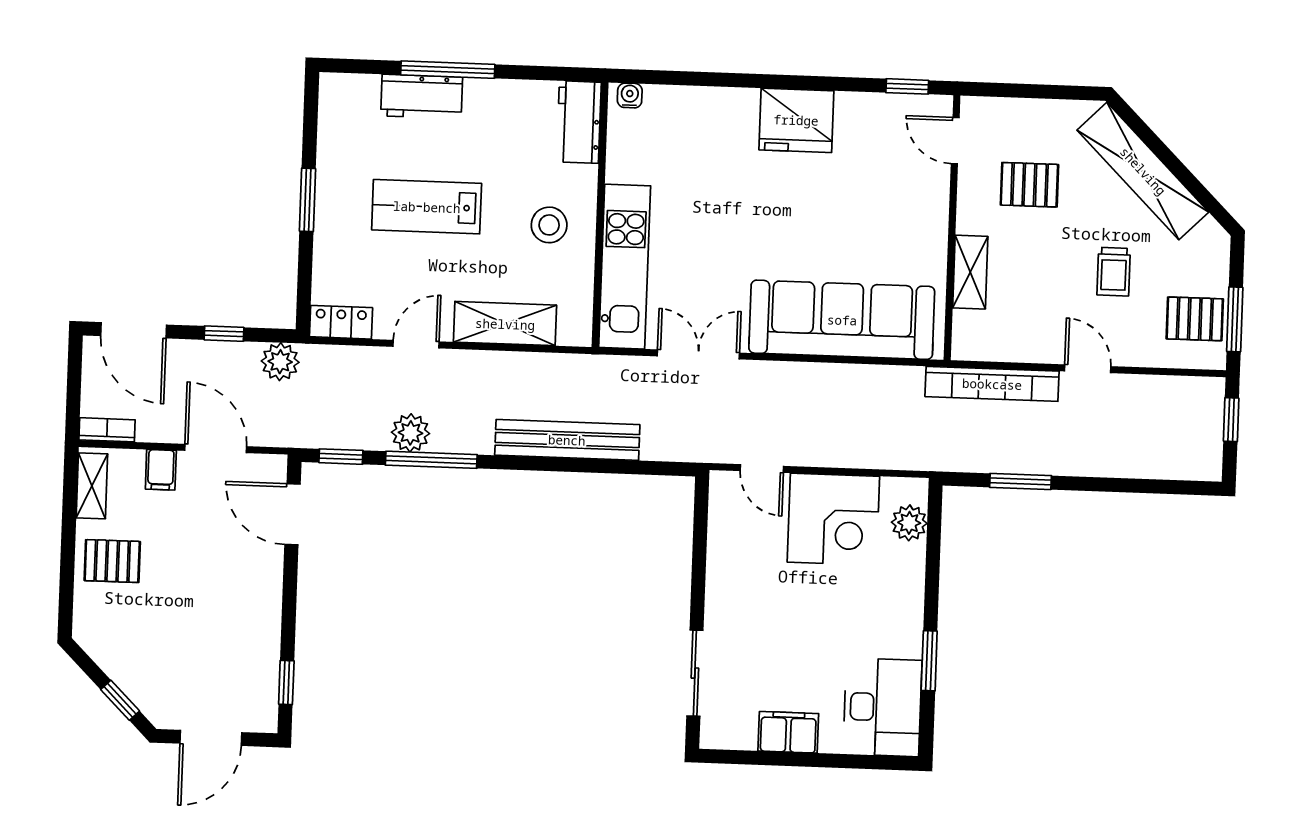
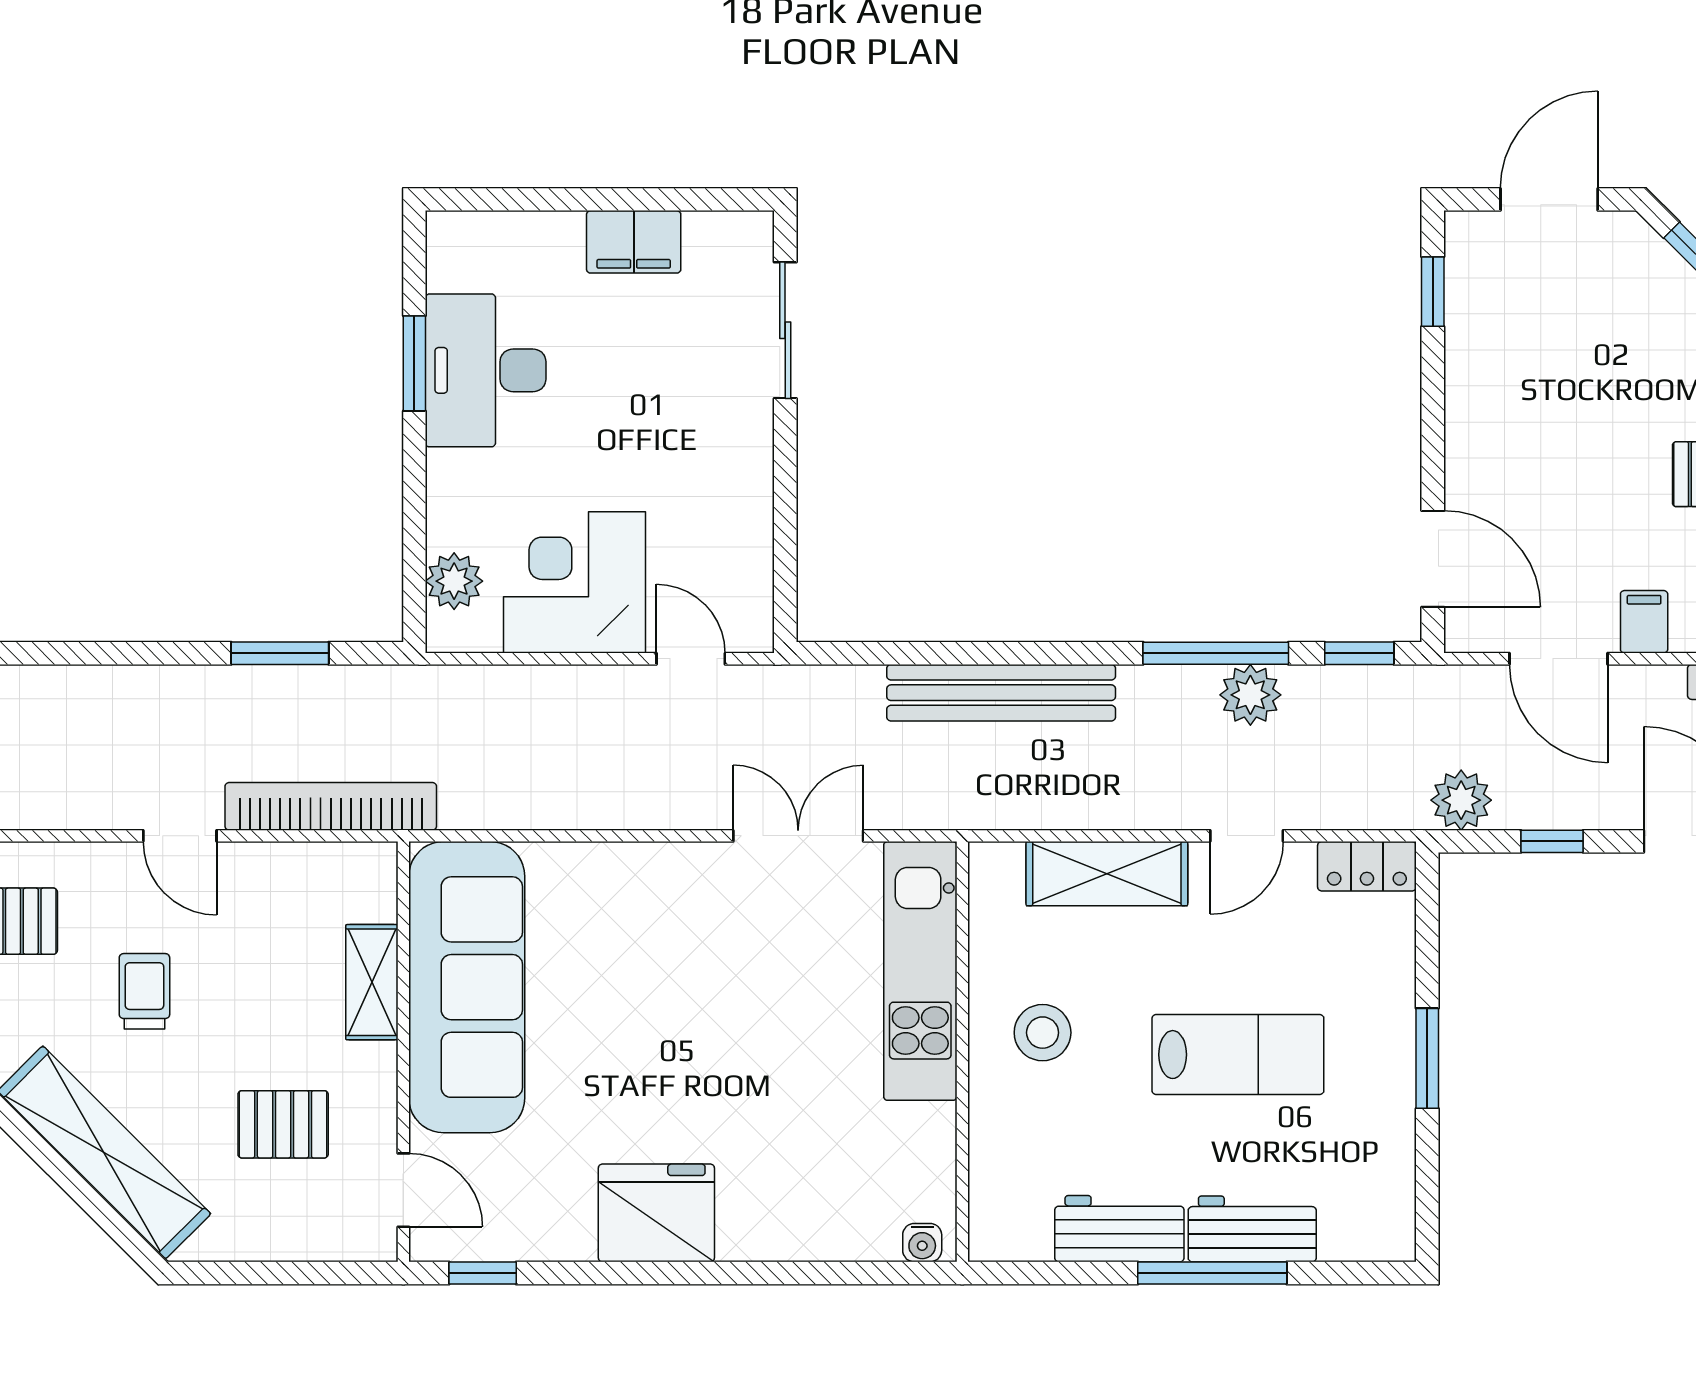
workbench: (579, 122) -> (1119, 1229), moved, turned -90
sofa: (842, 320) -> (467, 987), moved, turned -90
double door: (698, 354) -> (798, 836), swing flipped
desk: (883, 707) -> (486, 370), moved

